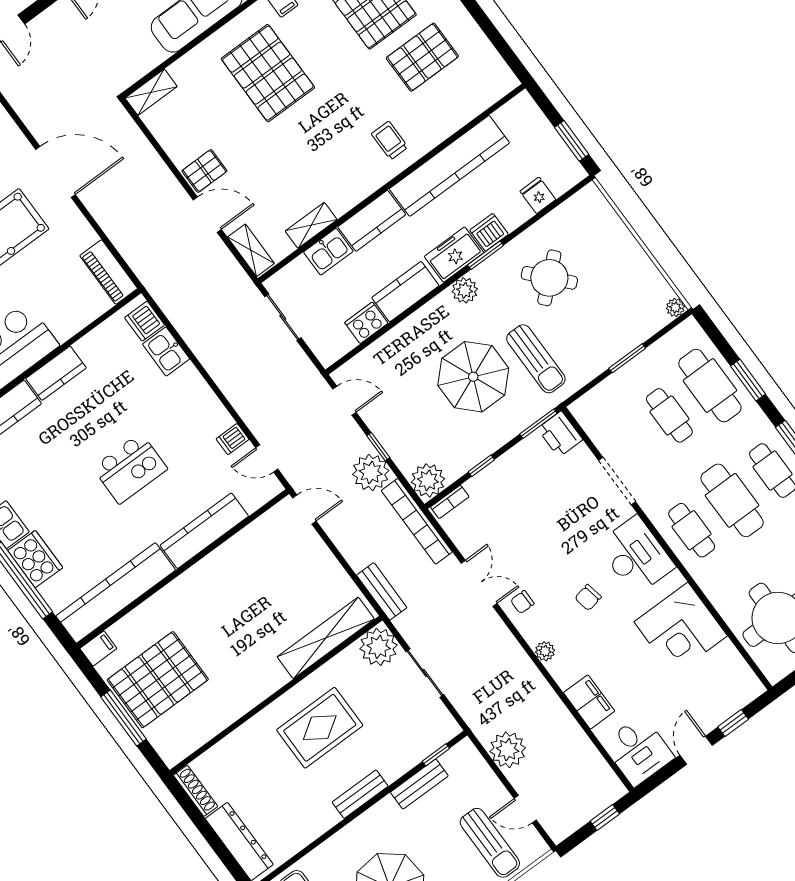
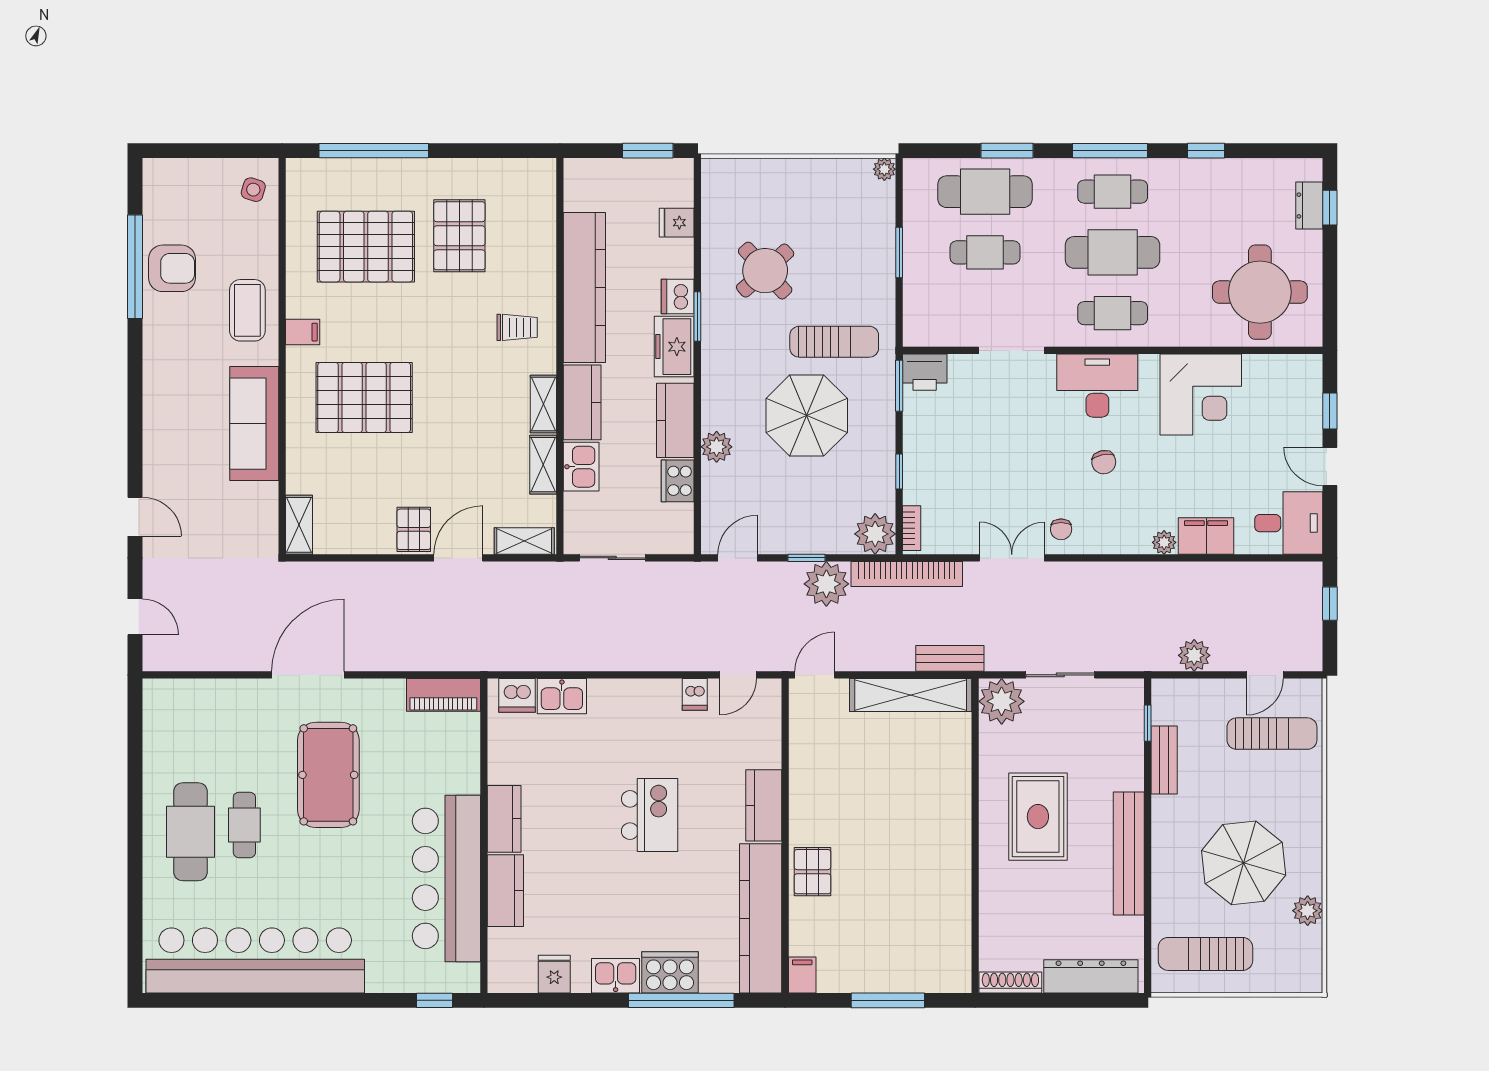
trolley: (390, 141) -> (517, 327), turned 180
shelving: (352, 196) -> (543, 404), added
plant: (465, 290) -> (717, 447), moved
kitchen counter: (204, 531) -> (764, 805), width x0.67
shelving: (326, 638) -> (911, 695), moved, turned 90
plant: (545, 651) -> (1164, 542), moved
pallet: (158, 680) -> (813, 872), moved, width x0.49, depth x0.50
plant: (508, 750) -> (1194, 655), width x0.73, depth x0.73
bench: (360, 794) -> (1129, 853), width x1.86, depth x1.21

